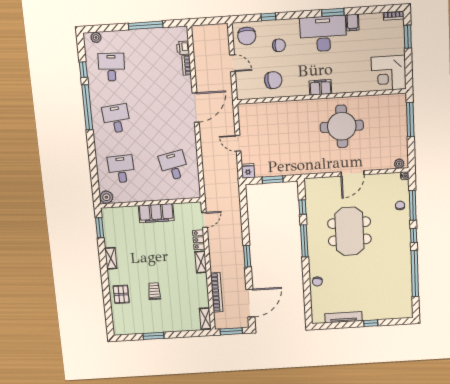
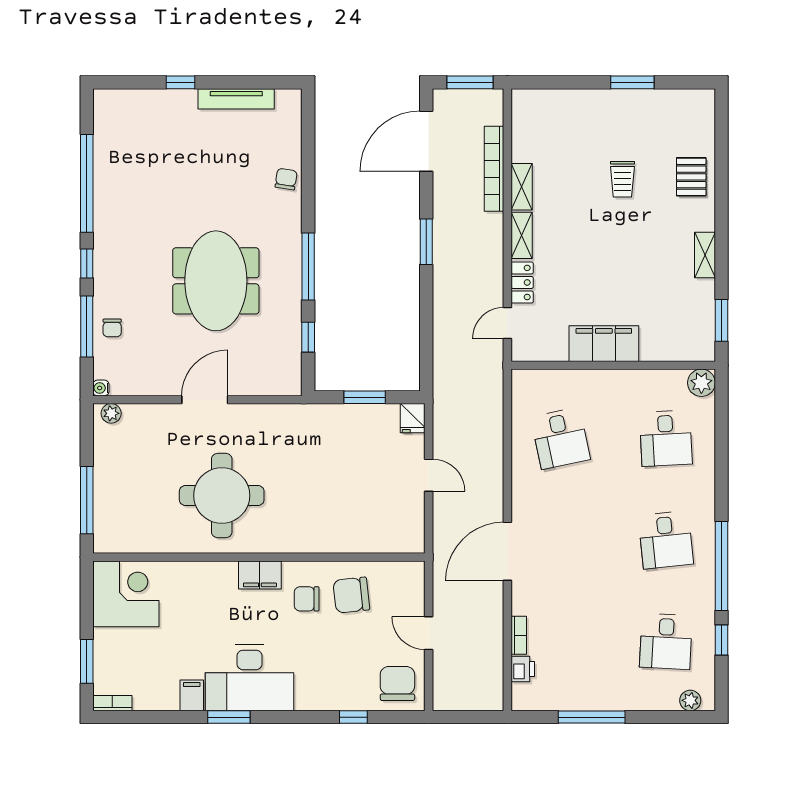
chair: (279, 45) -> (307, 599), moved
shelving: (205, 319) -> (522, 187), moved

